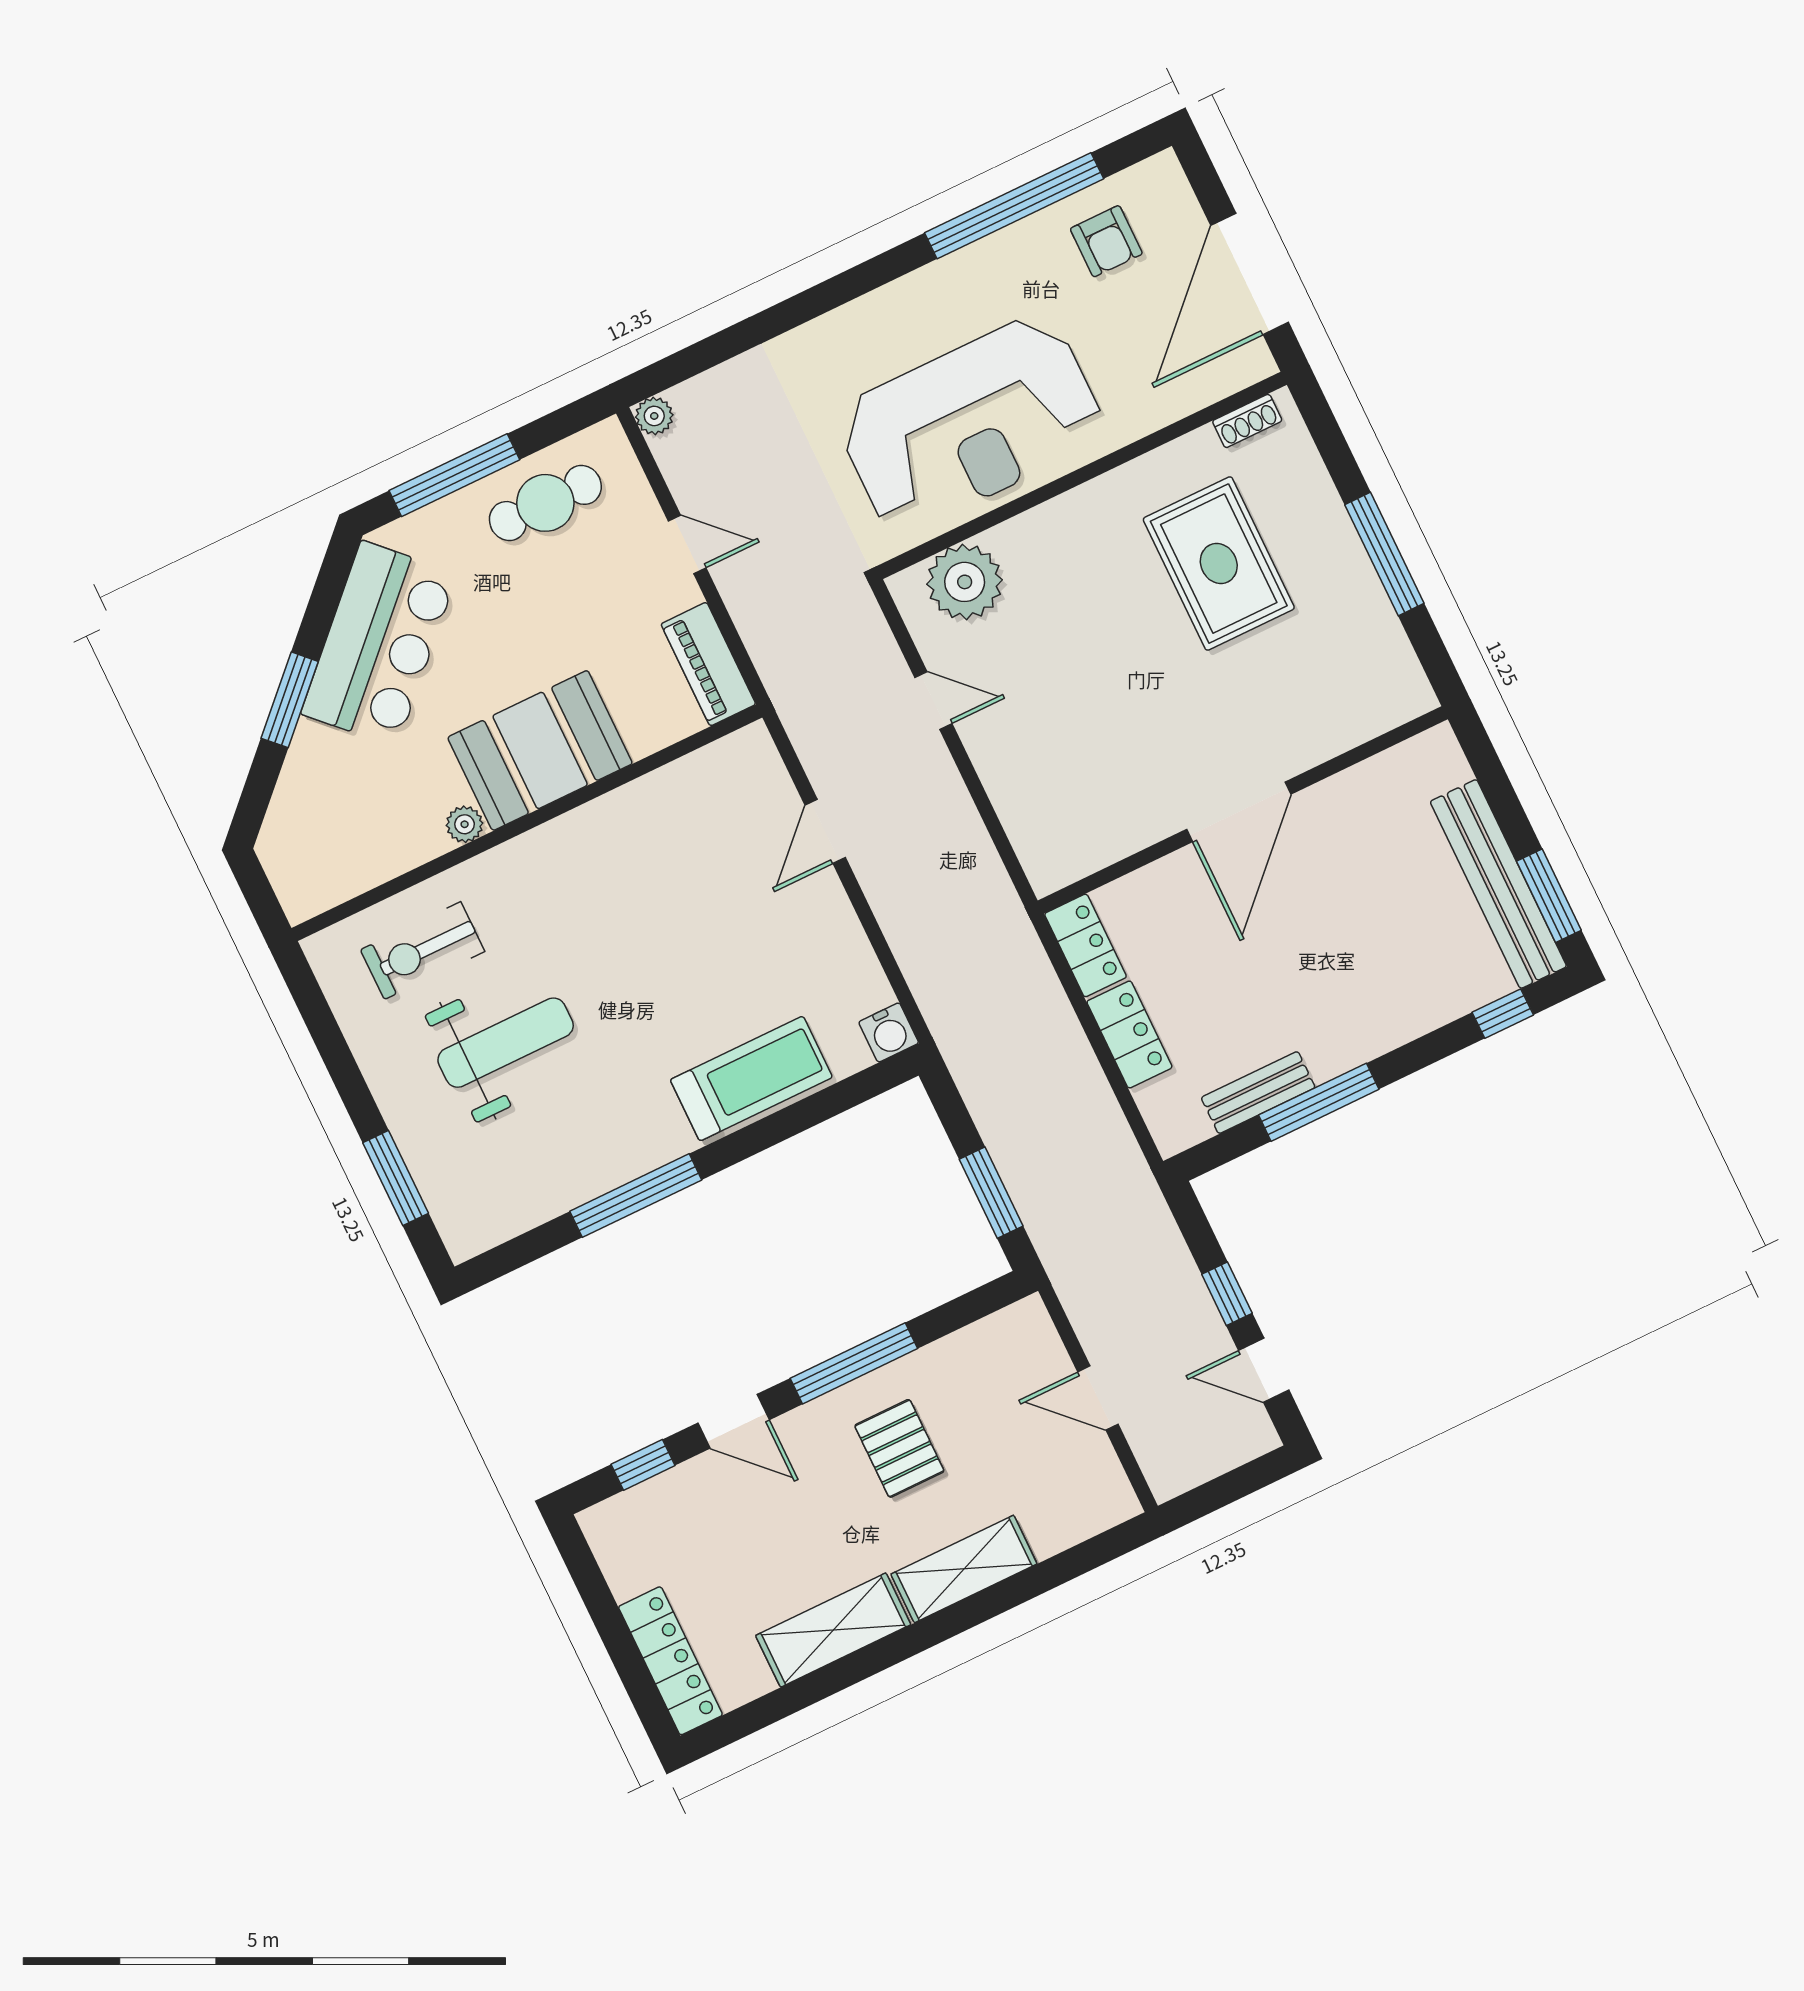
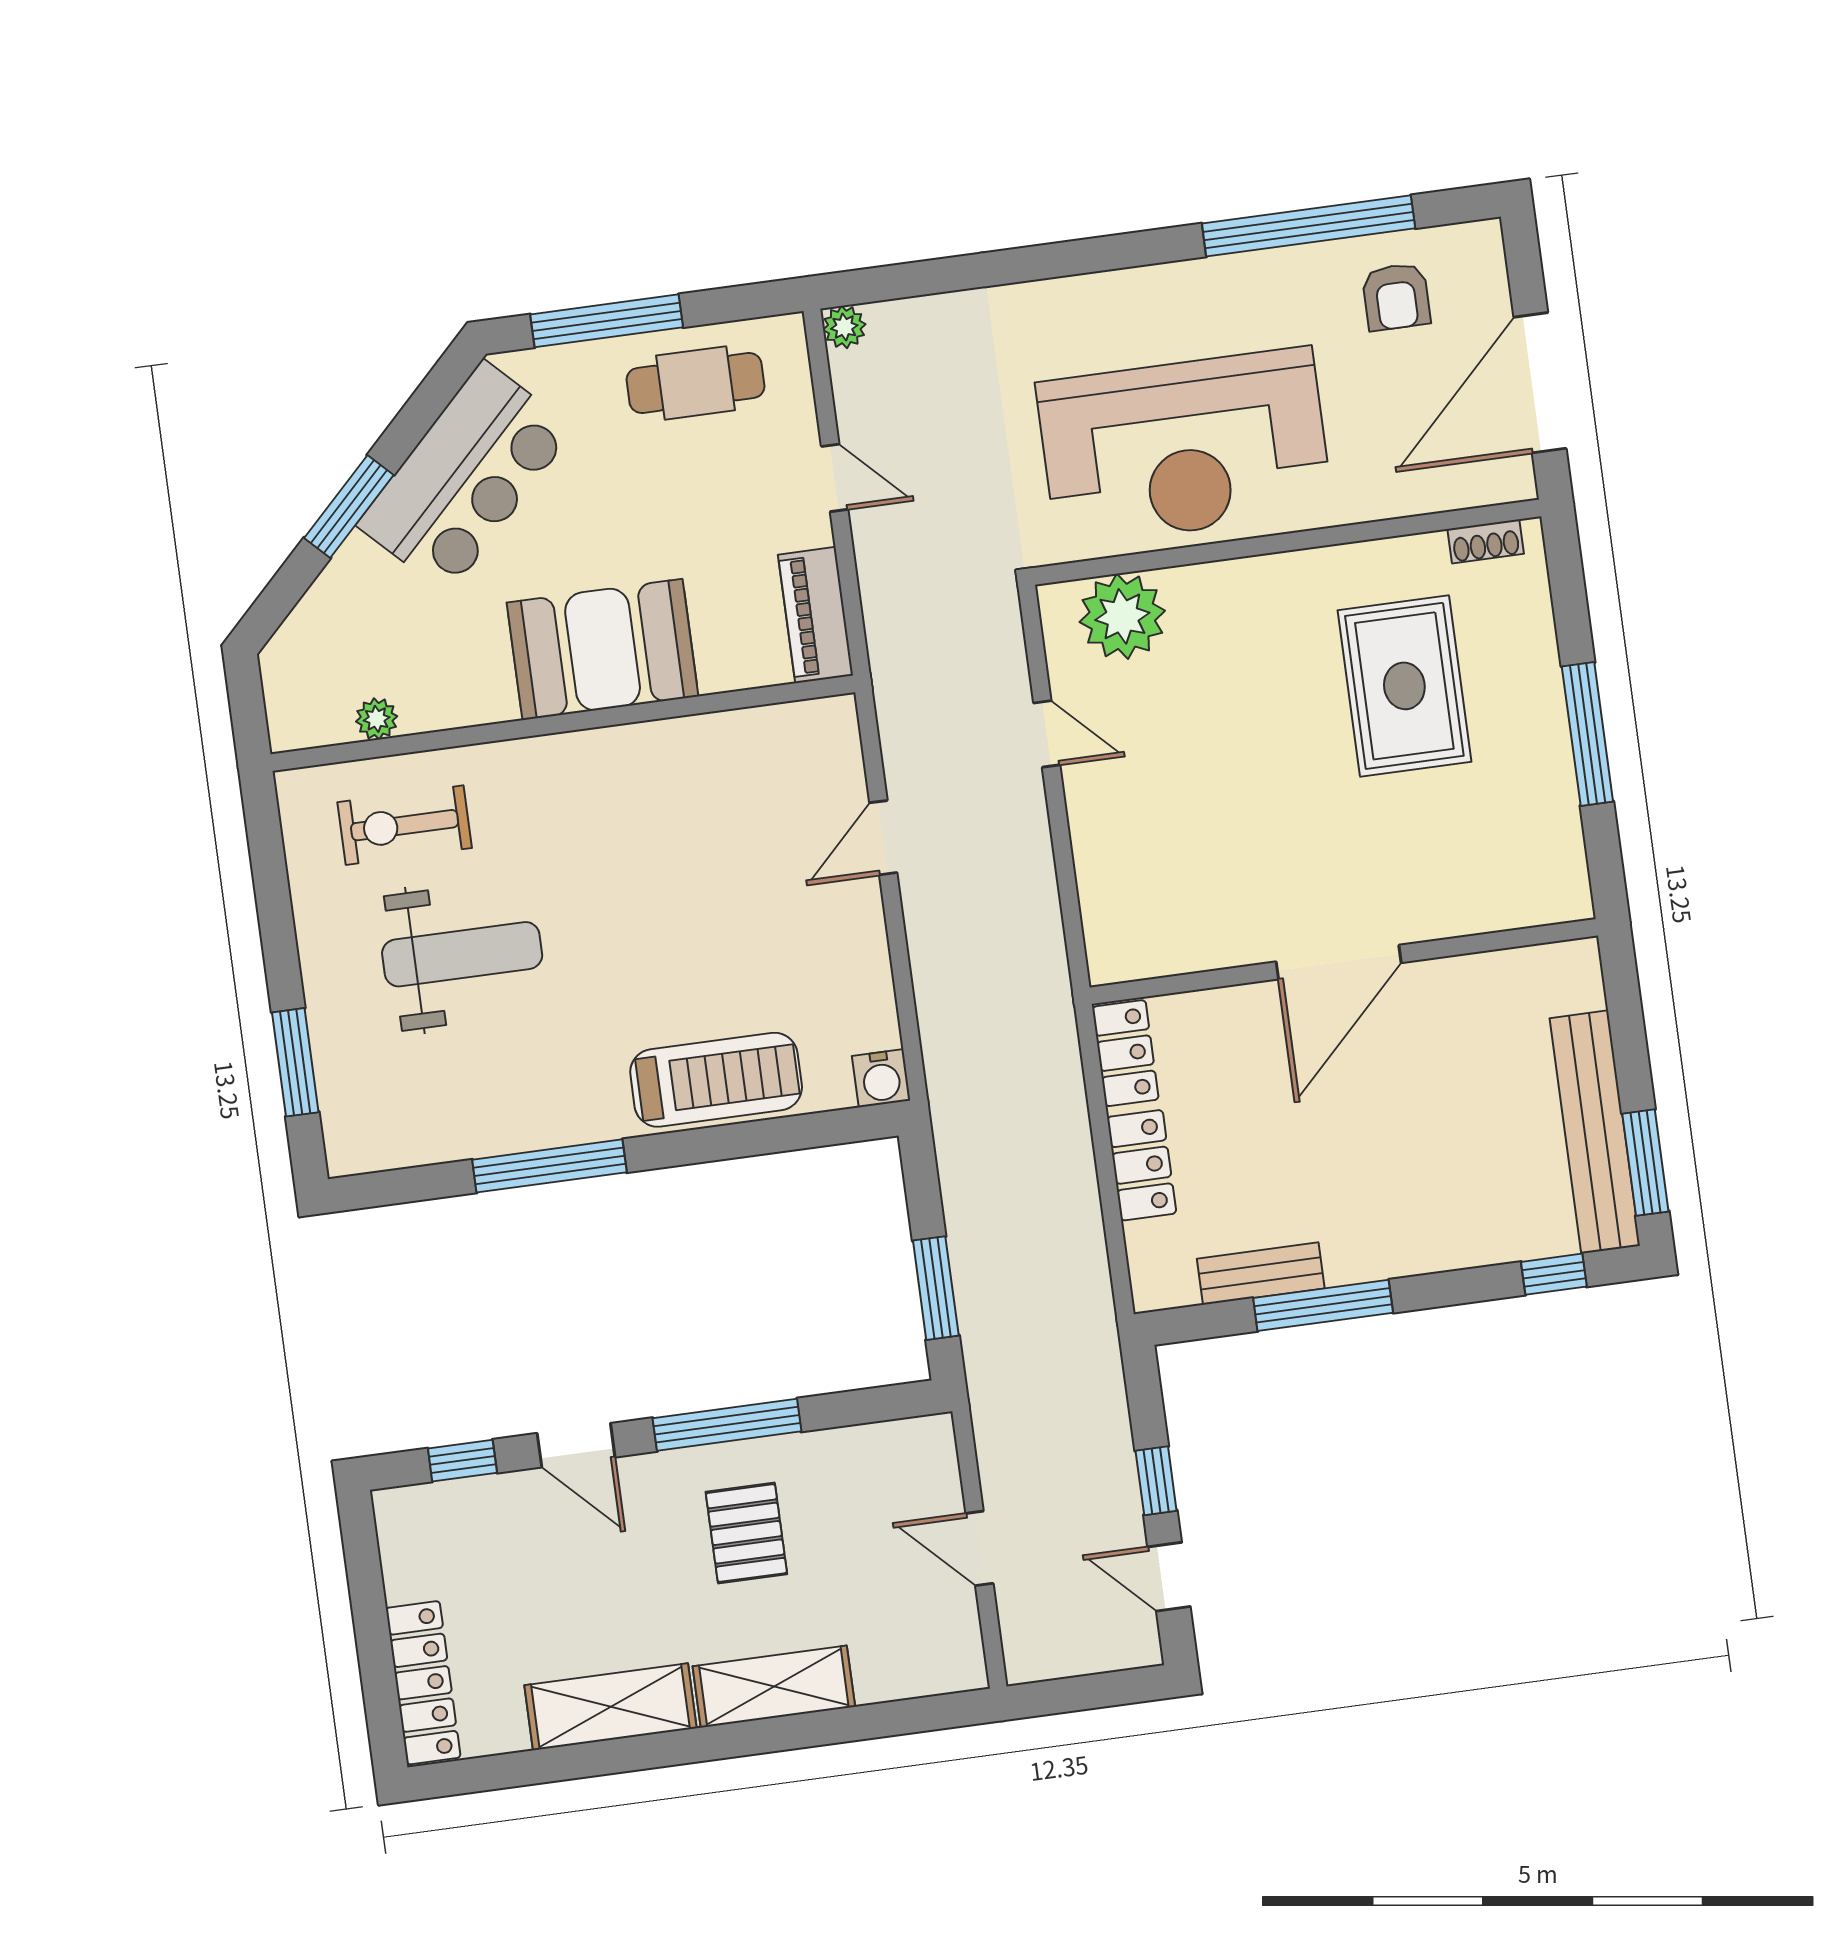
plant: (465, 824) -> (377, 719), moved

